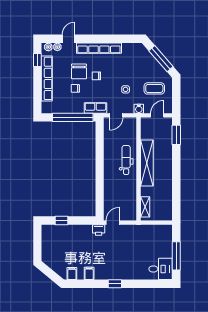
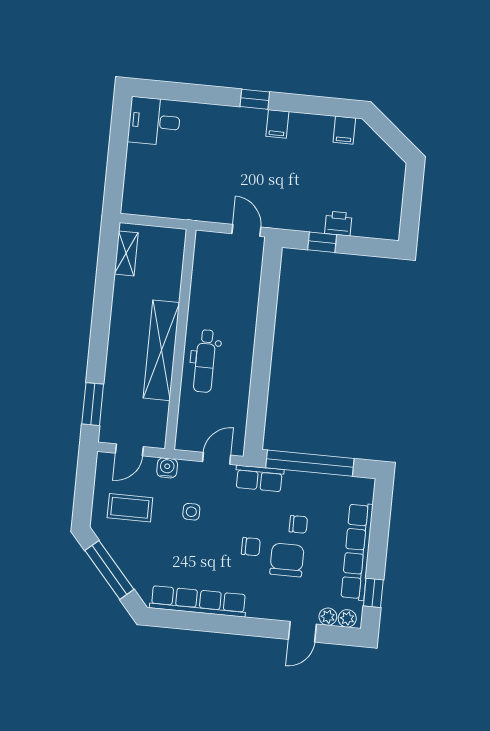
row of seats: (99, 48) -> (198, 601), moved
shelving: (145, 207) -> (126, 253), moved
window: (61, 221) -> (322, 242), moved
door: (113, 223) -> (246, 230), swing flipped
printer: (99, 230) -> (338, 223), moved
window: (176, 256) -> (118, 146), removed
filing cabinet: (89, 273) -> (277, 124), moved

